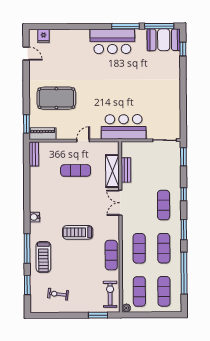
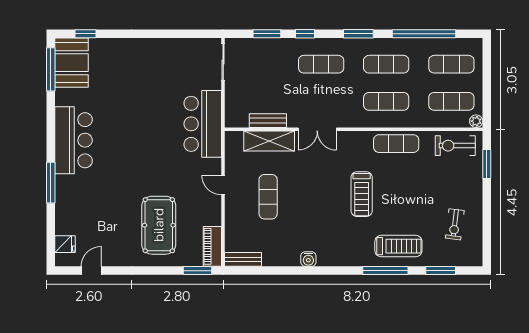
window: (126, 26) -> (51, 183), moved
window: (183, 157) -> (267, 34), moved
water cooler: (35, 217) -> (308, 259), moved

